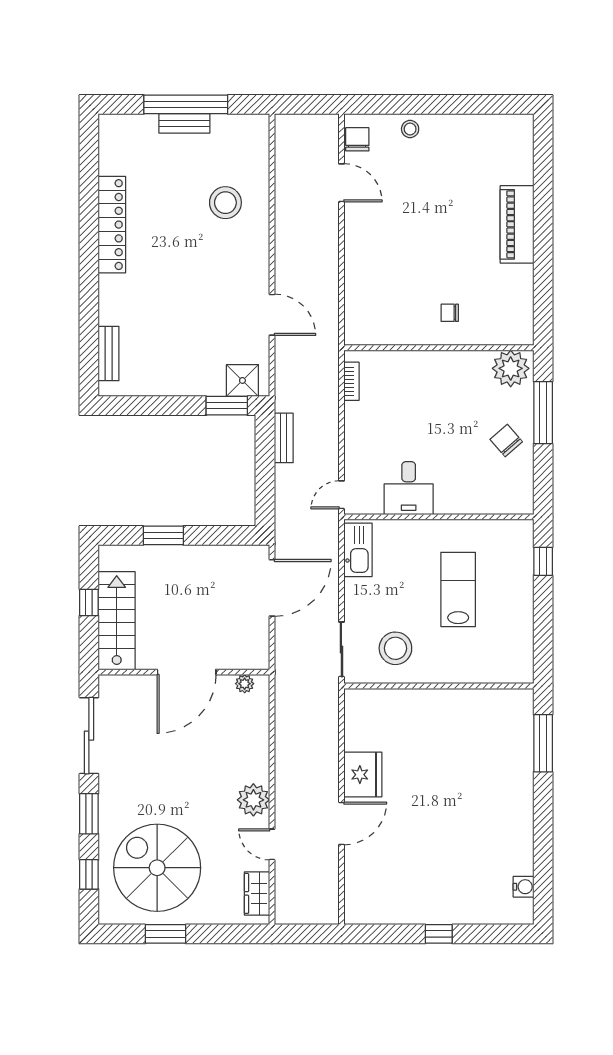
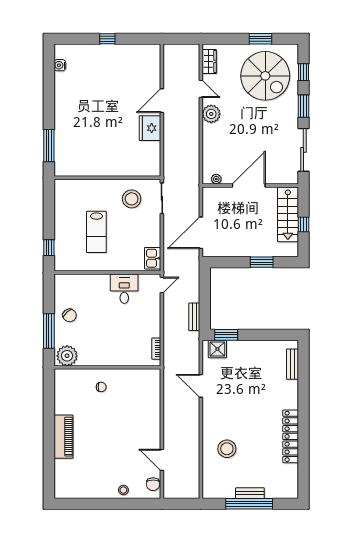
kitchen sink: (358, 550) -> (153, 258), width x0.73

